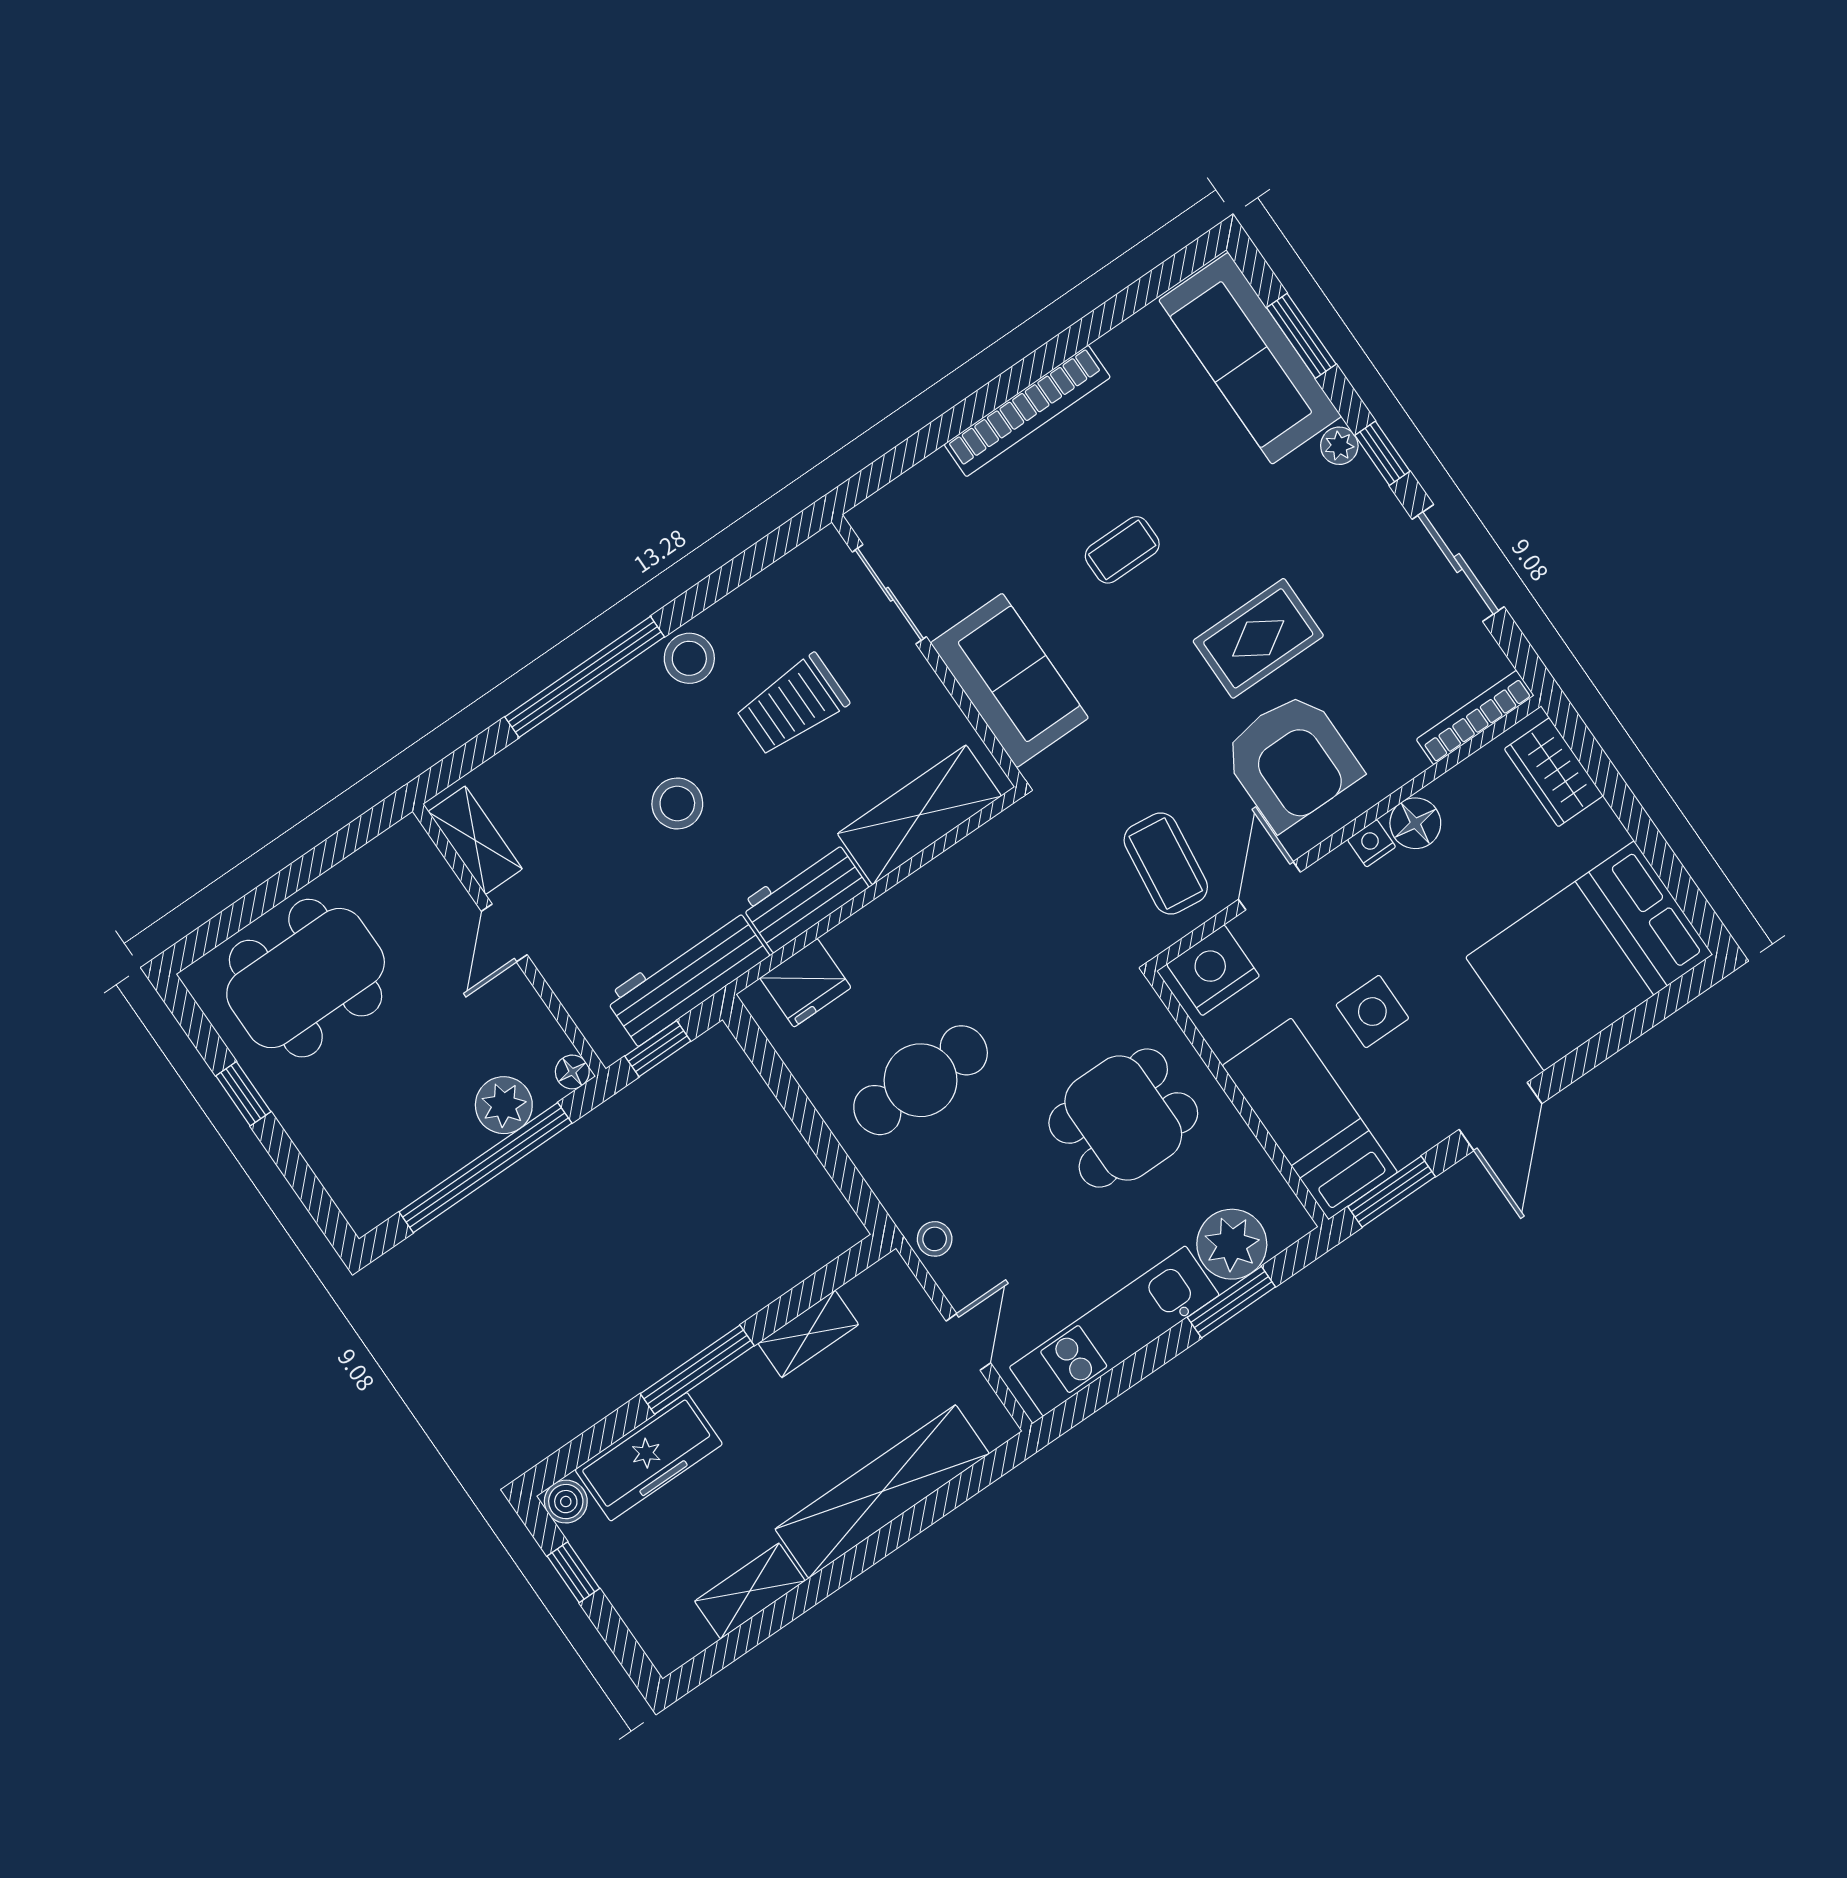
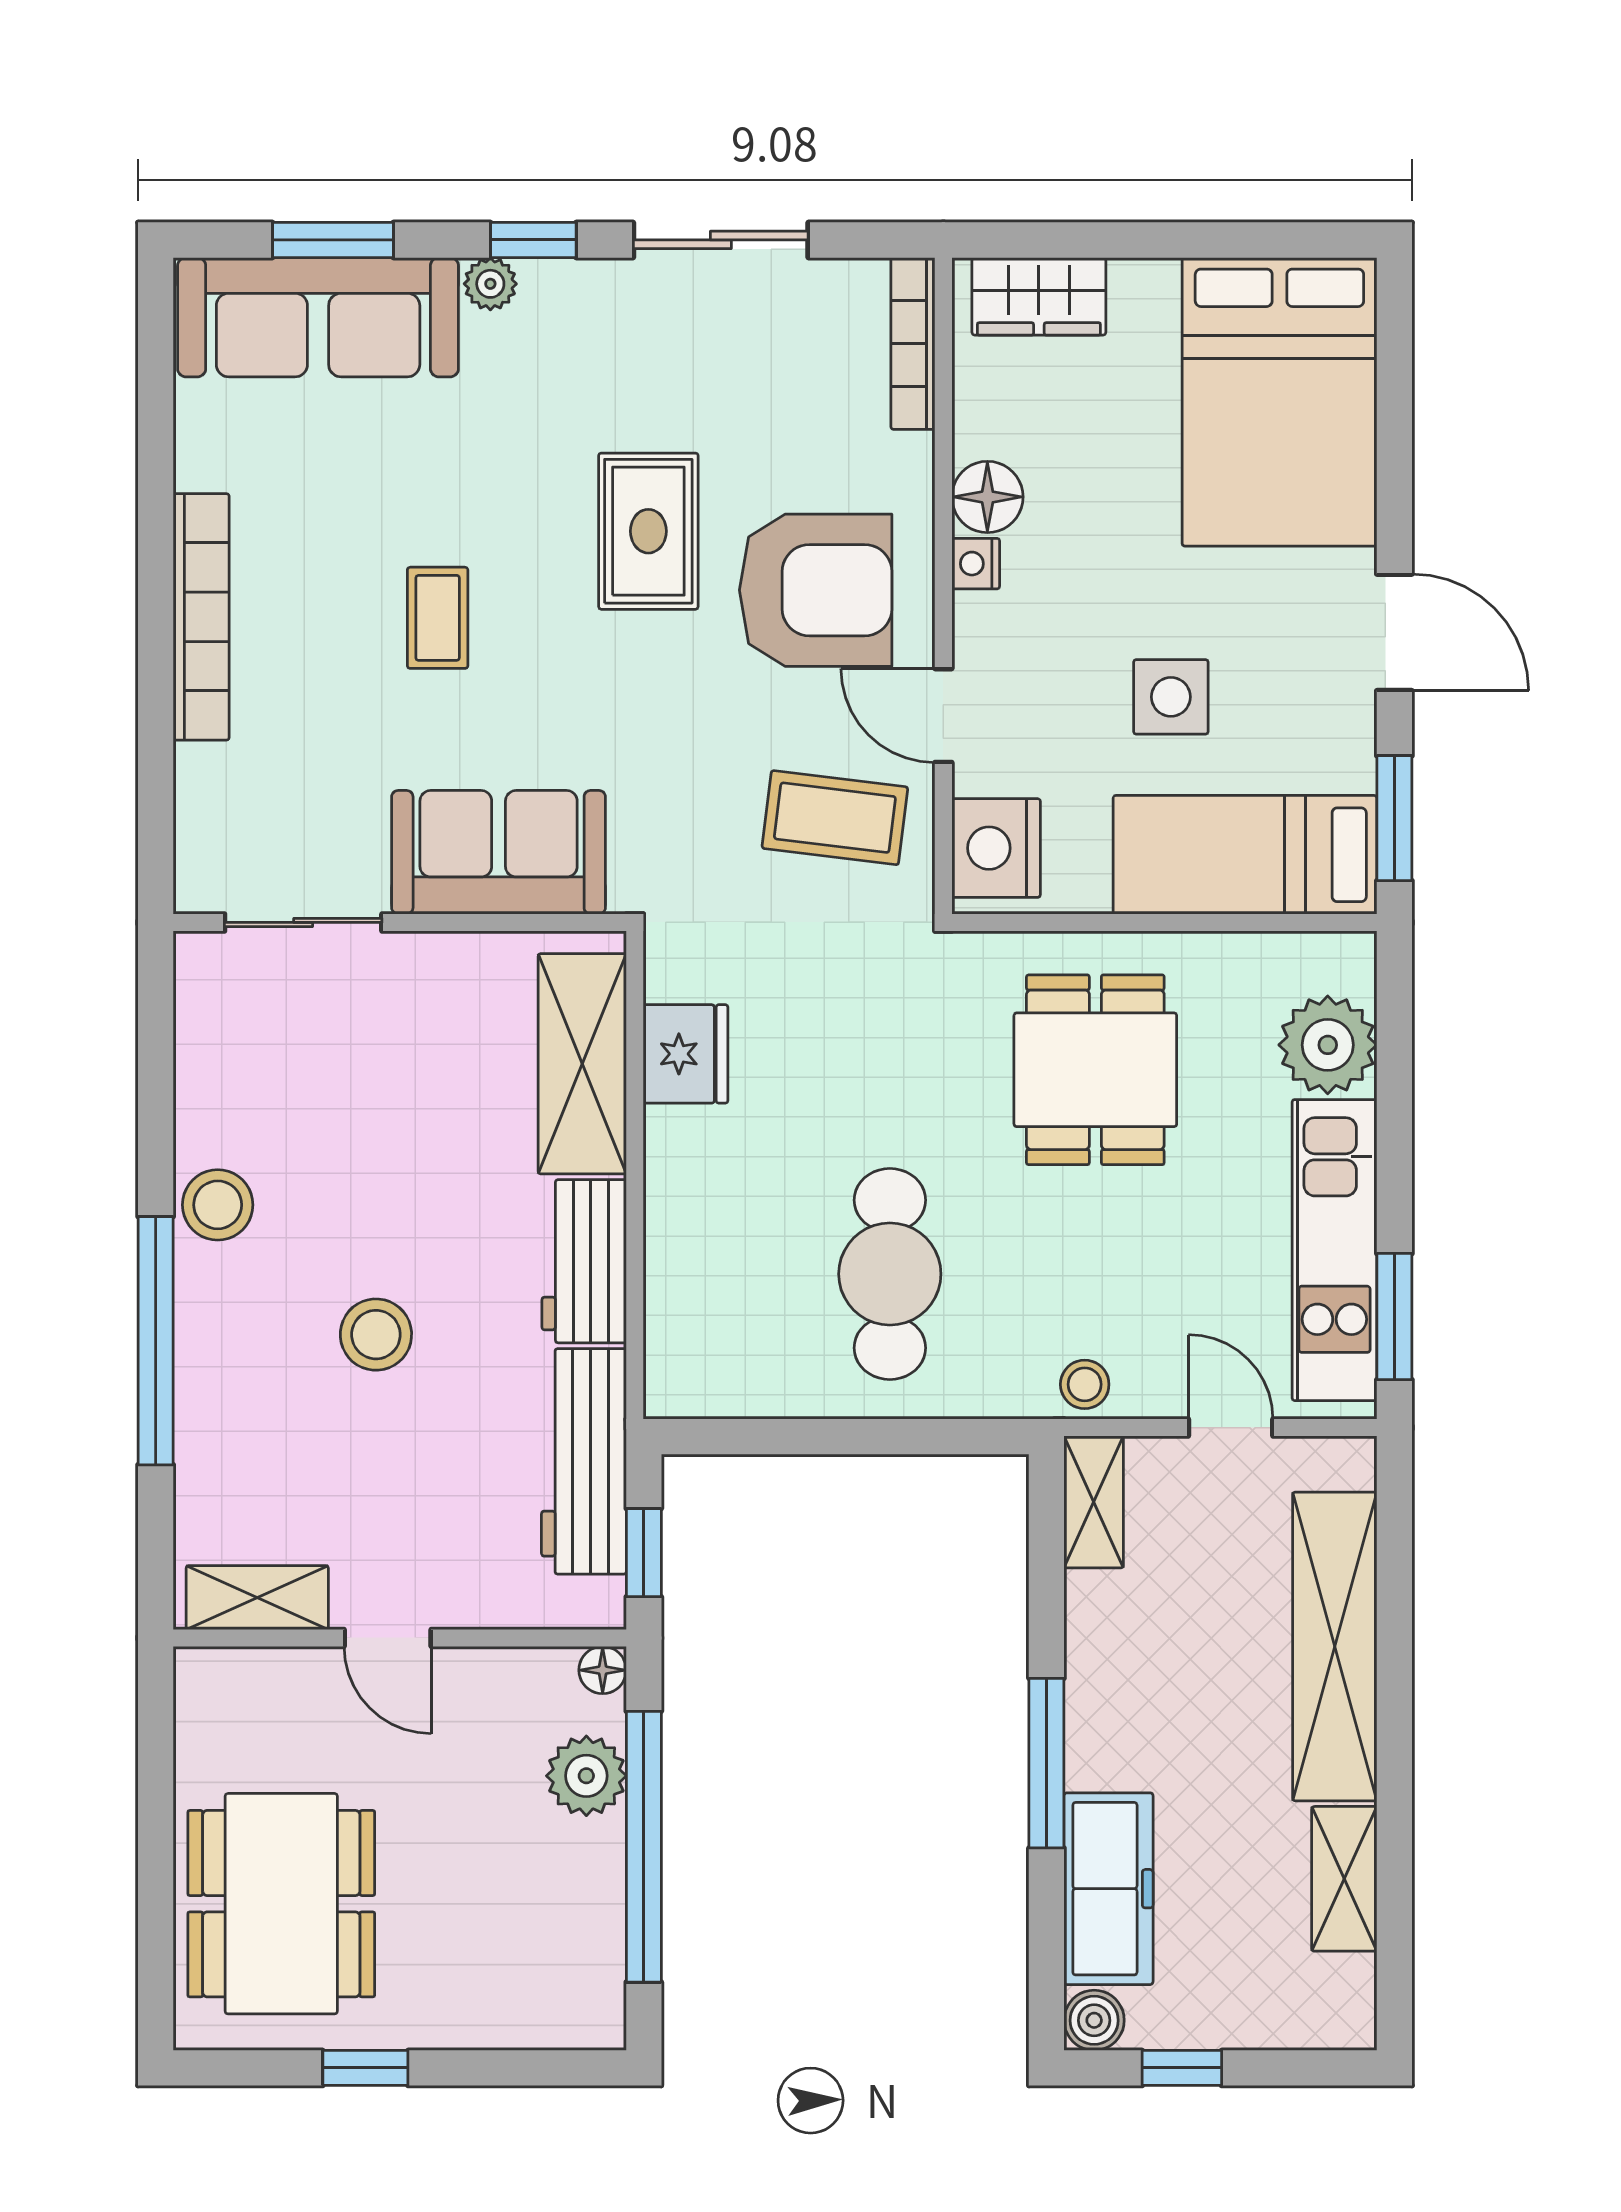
trolley: (792, 705) -> (354, 1123), removed
fridge: (805, 983) -> (686, 1054), moved
window: (1231, 1302) -> (1394, 1317), moved
shelving: (808, 1334) -> (1094, 1502), moved

